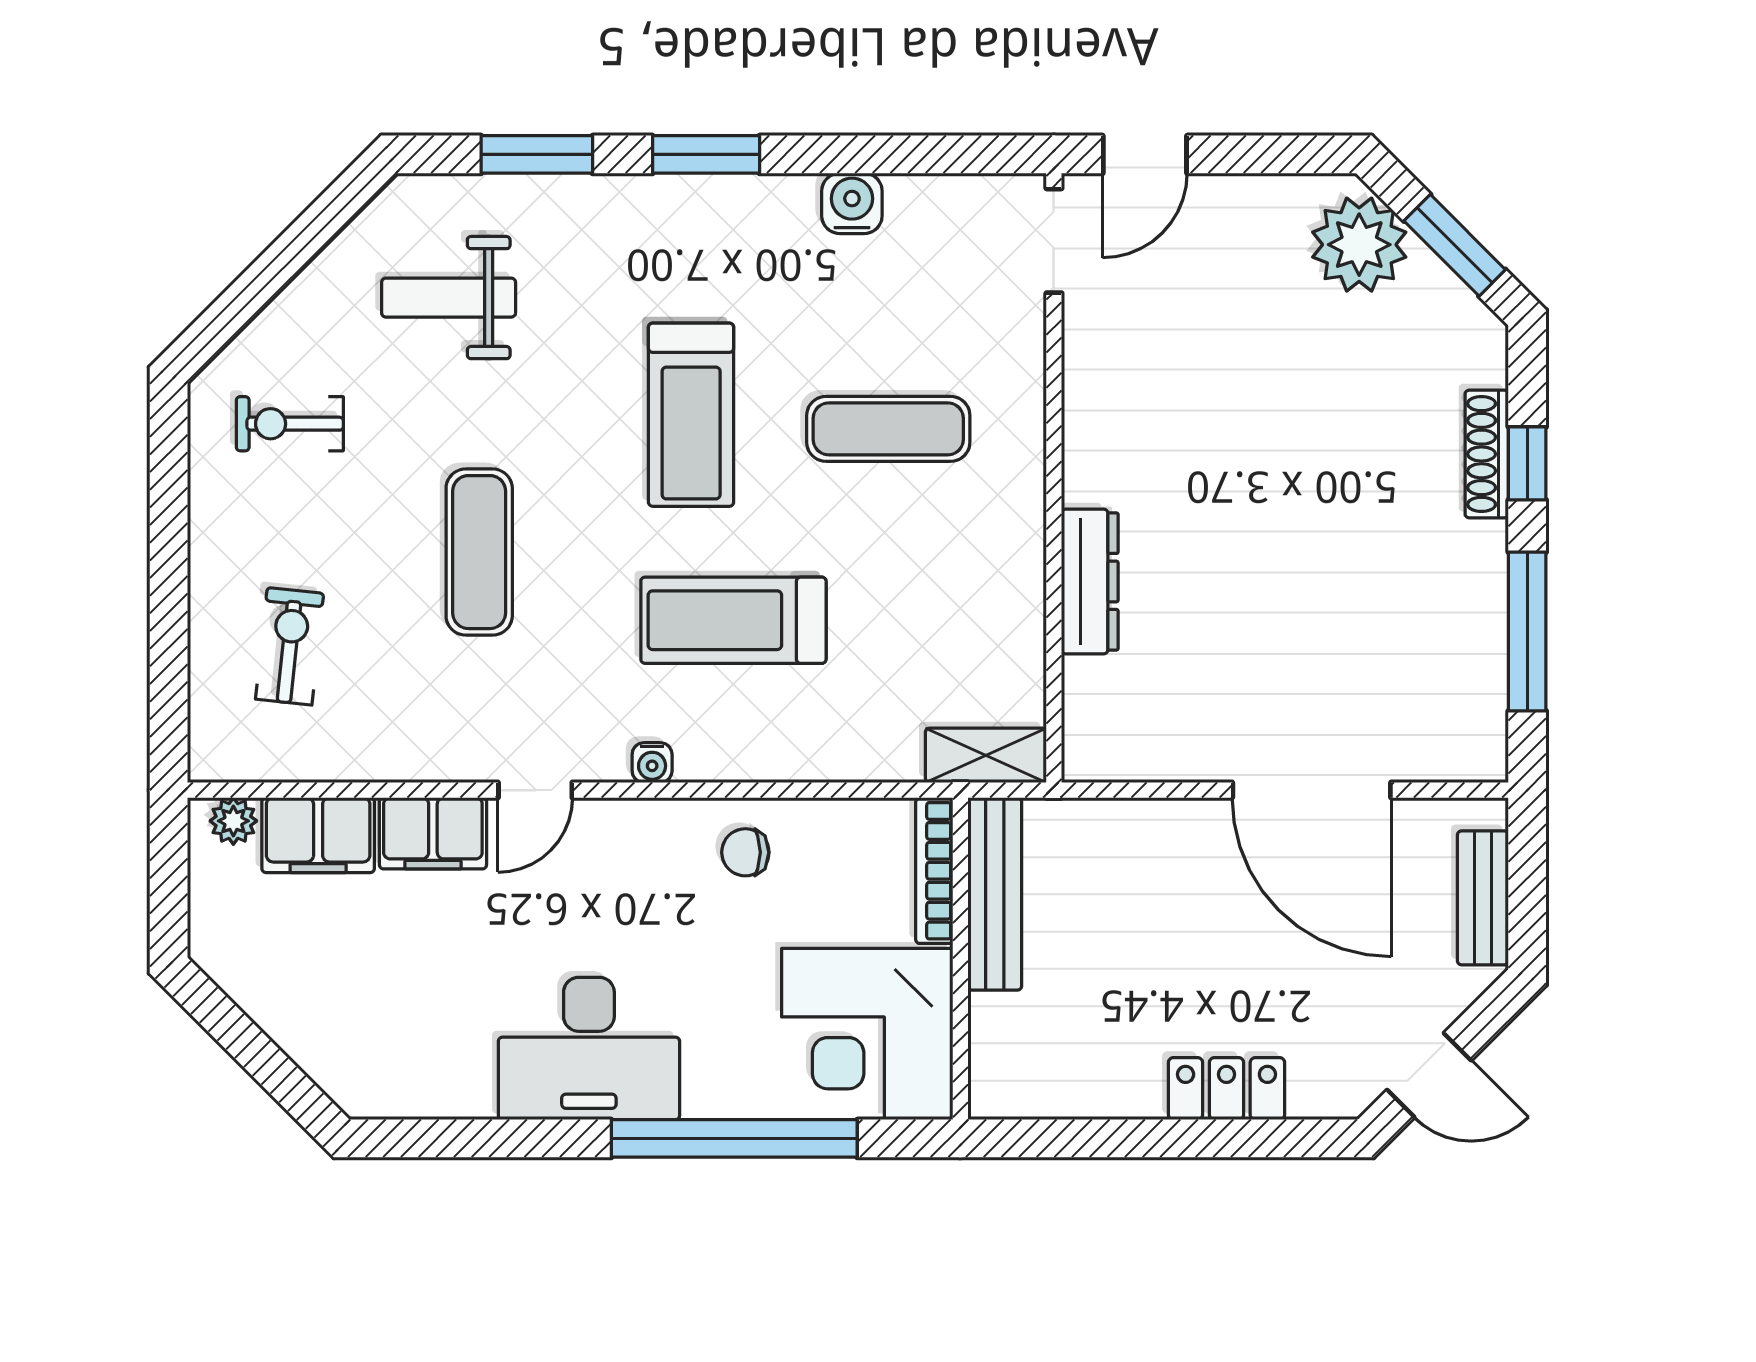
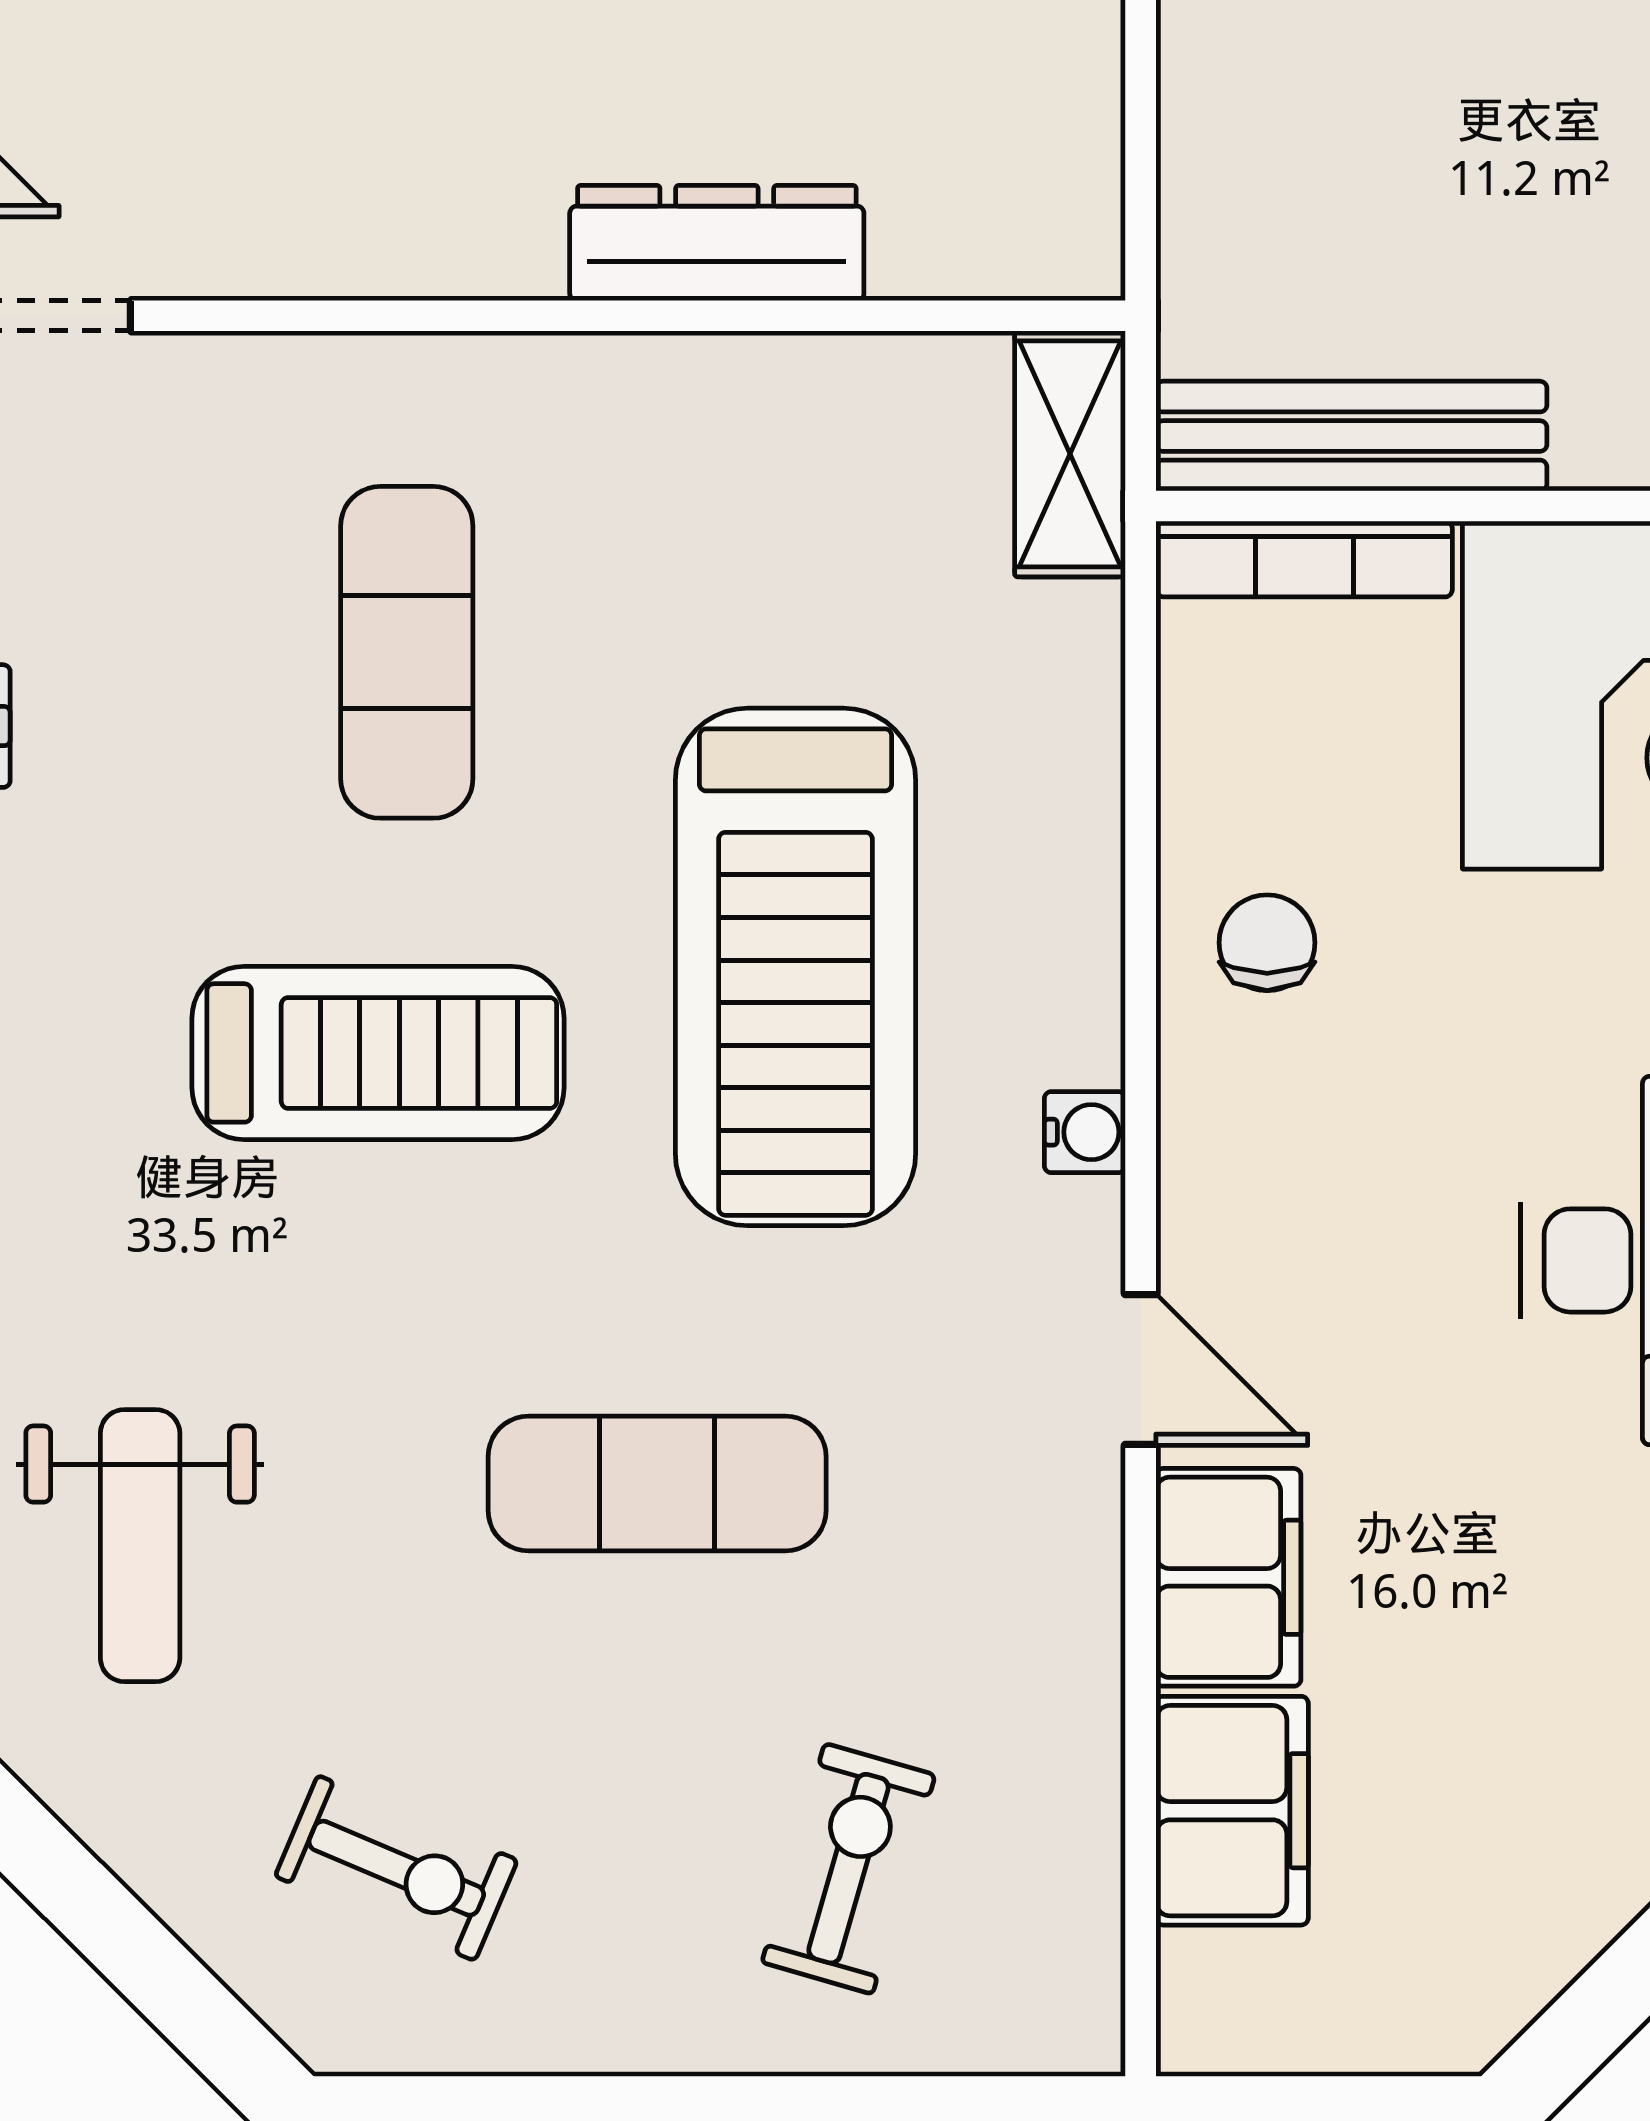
exercise bike: (290, 424) -> (396, 1868), turned -67
treadmill: (733, 620) -> (796, 967), width x1.37, depth x1.38
exercise bike: (290, 646) -> (848, 1869), turned 100
plant: (233, 821) -> (1203, 1983), removed
chair: (745, 852) -> (1267, 943), turned 180

